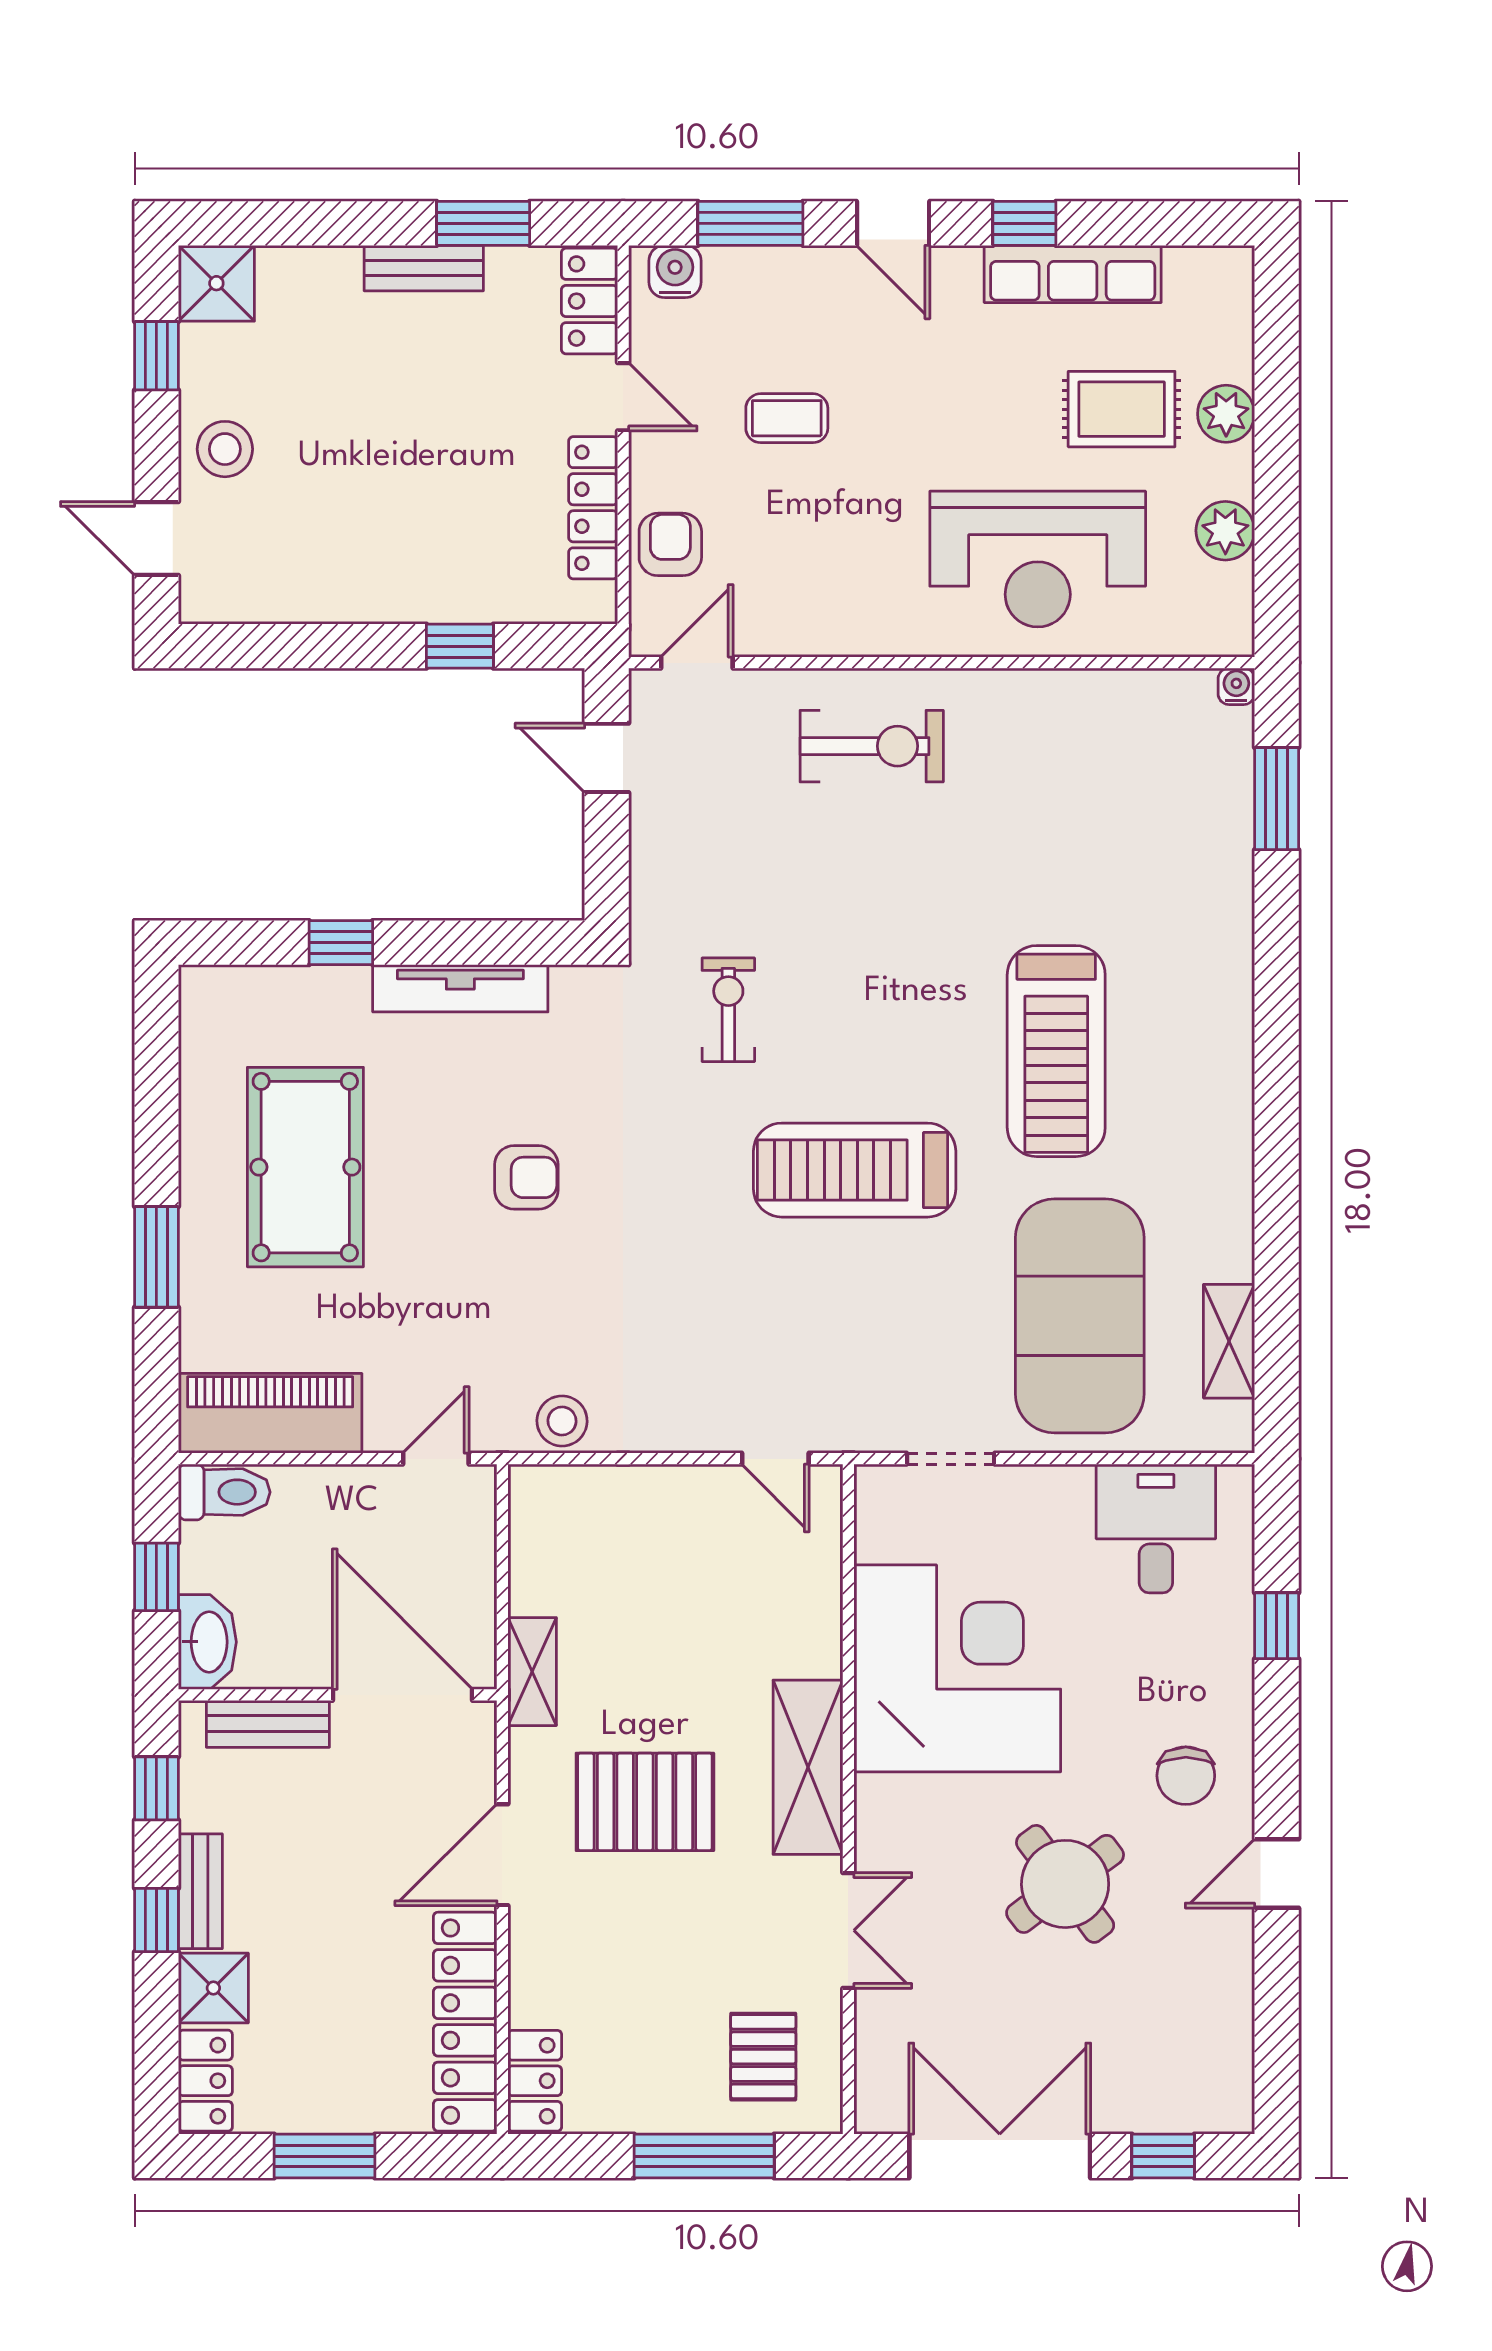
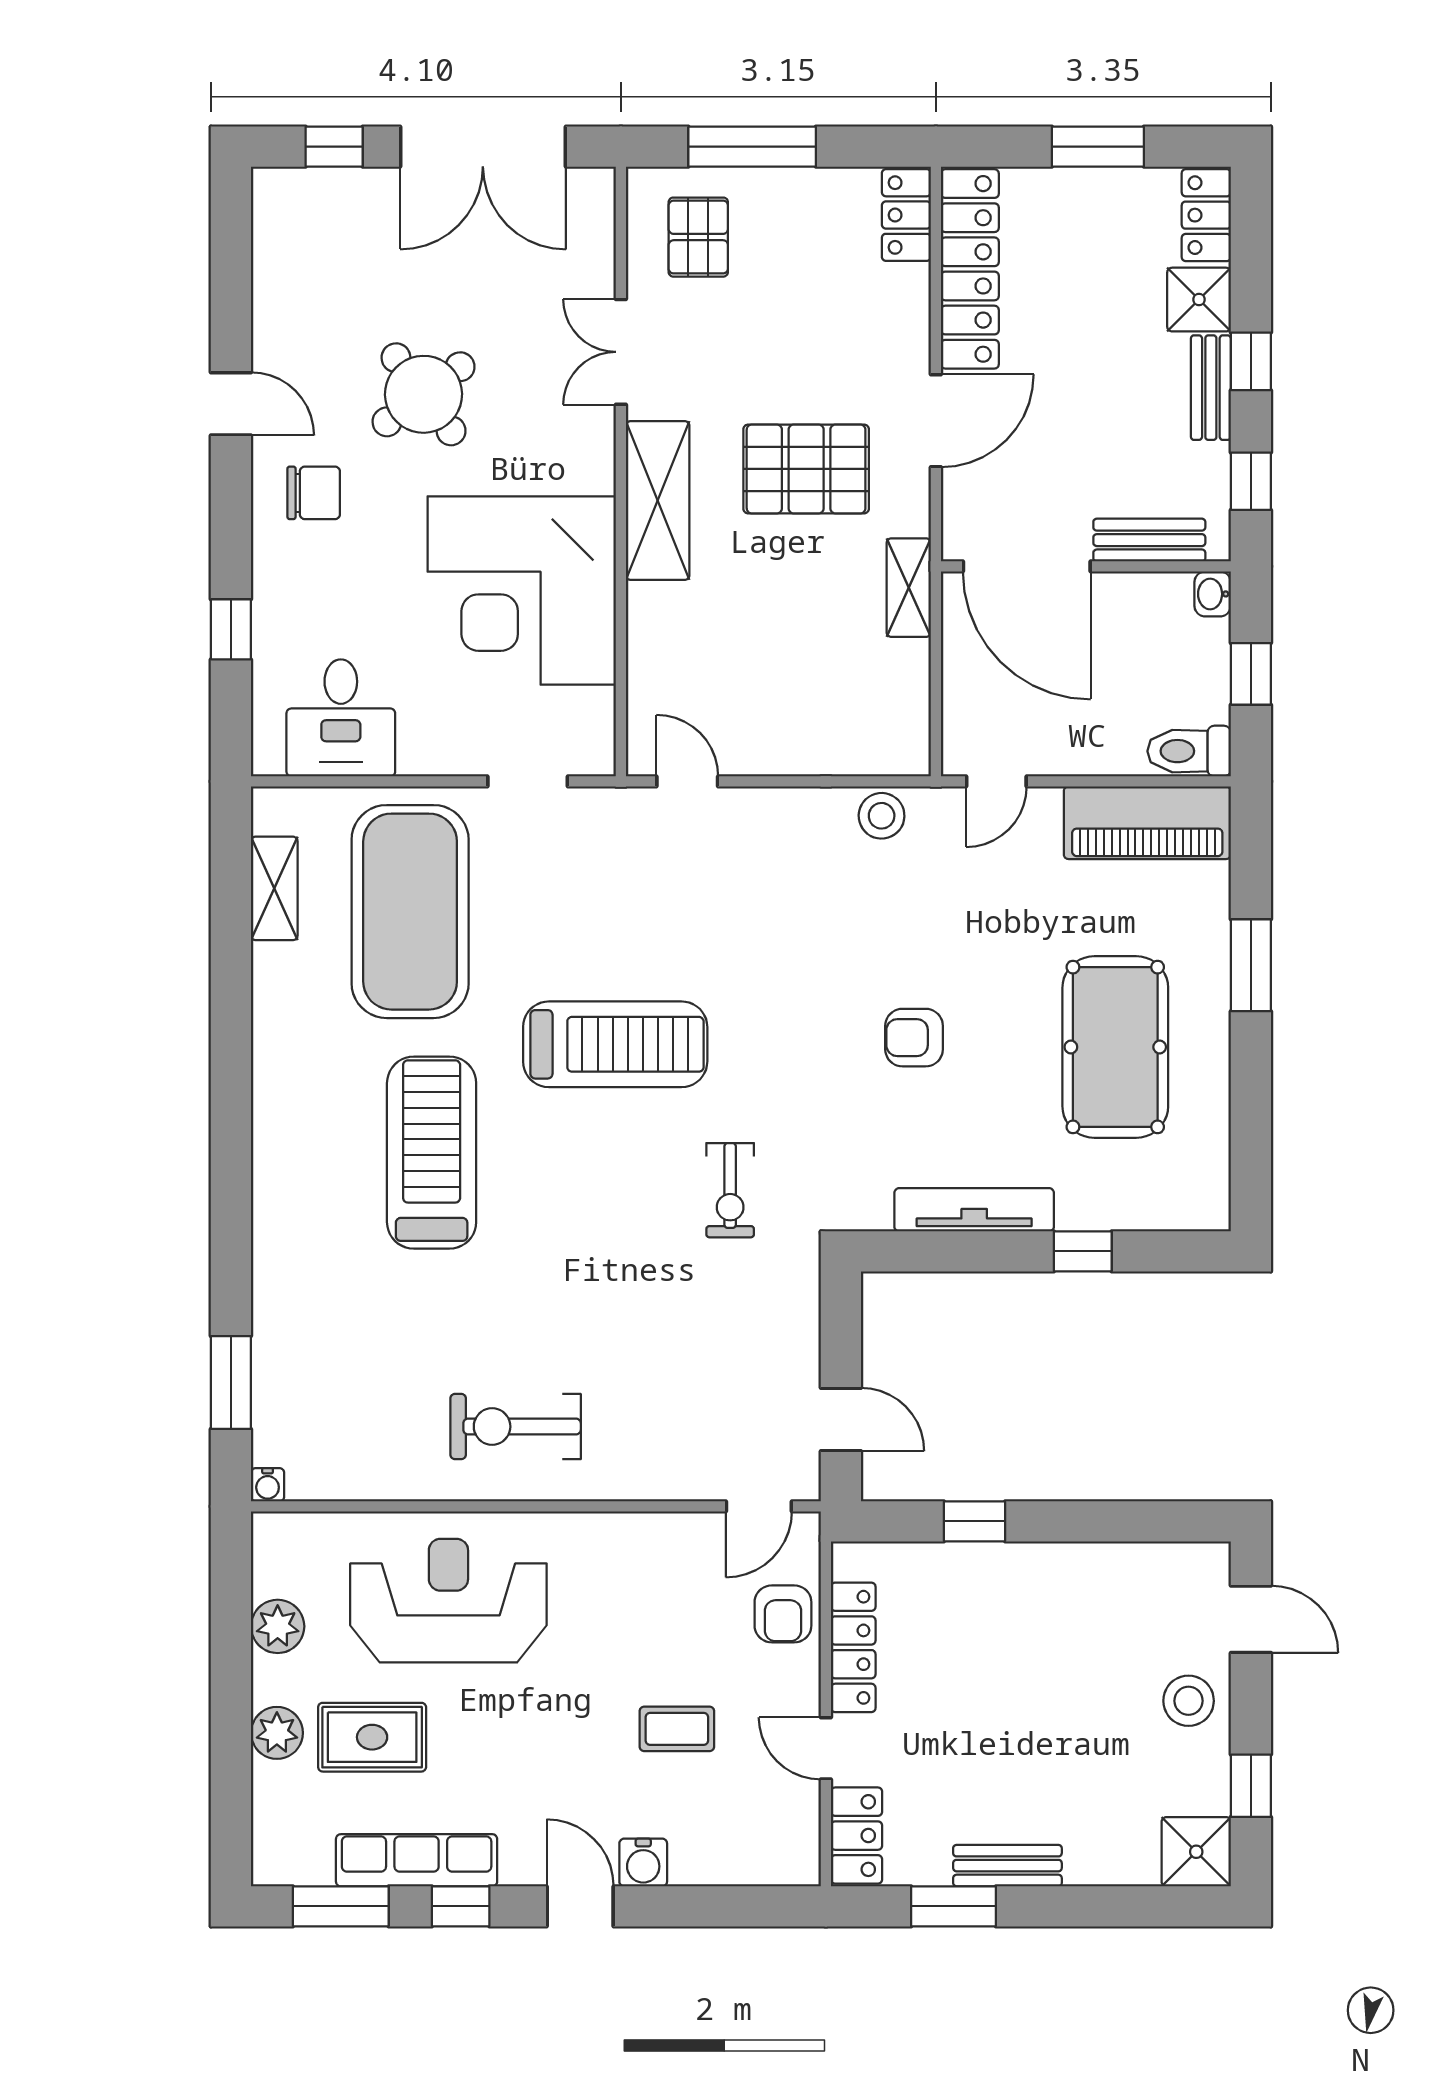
window: (750, 223) -> (341, 1906), moved
water cooler: (675, 271) -> (643, 1863), moved
exercise bike: (872, 746) -> (516, 1427), moved
washbasin: (207, 1642) -> (1213, 594), width x0.52, depth x0.69
chair: (1186, 1776) -> (314, 493), turned 90
door: (1277, 1873) -> (231, 404), hinge flipped

